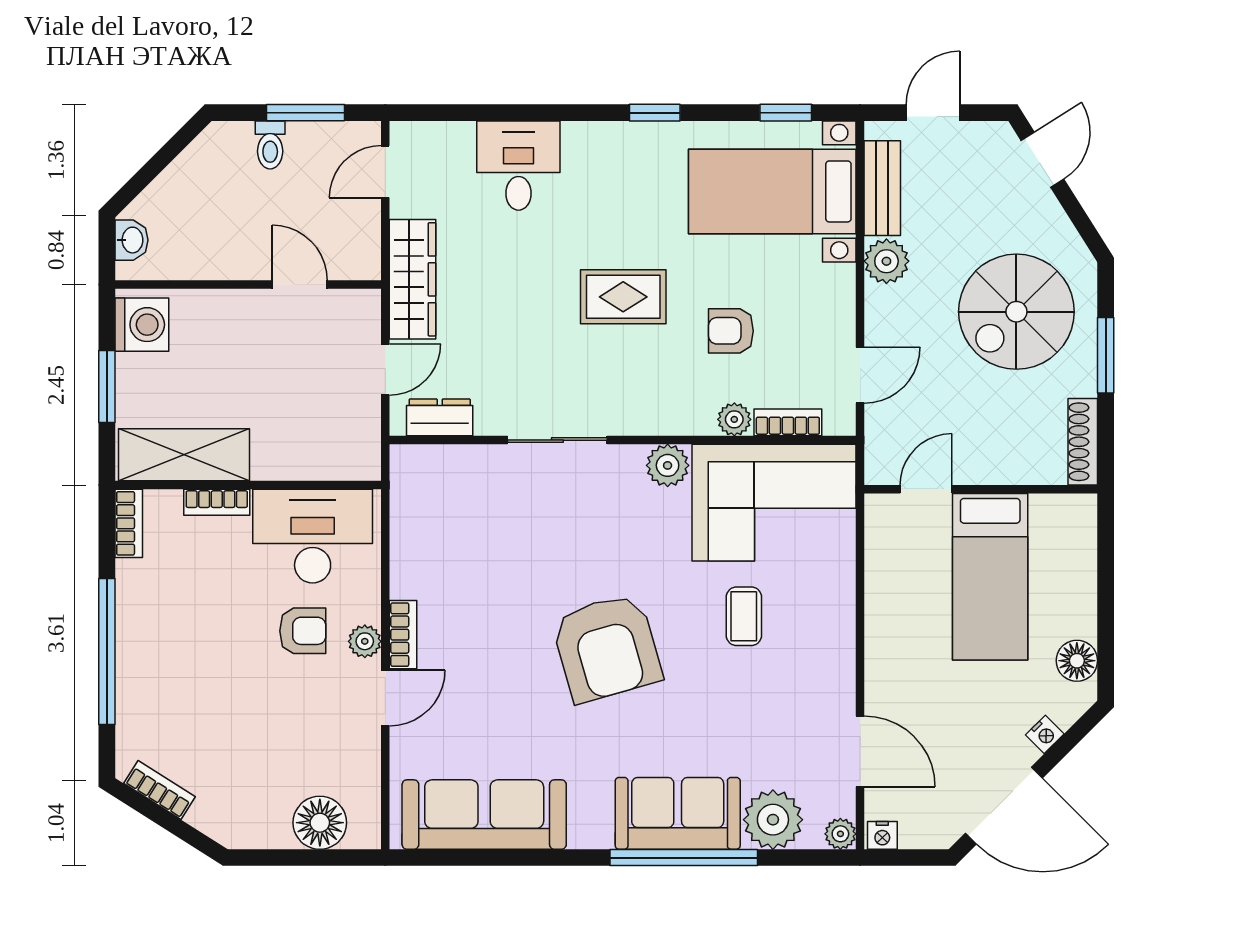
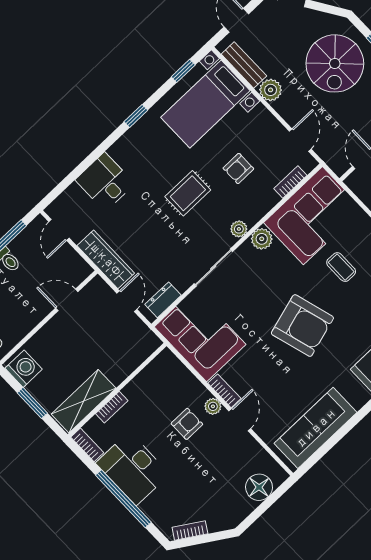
plant: (734, 419) -> (239, 229), moved
corner sofa: (444, 521) -> (200, 336), added
desk: (313, 536) -> (133, 469), moved, turned -90

